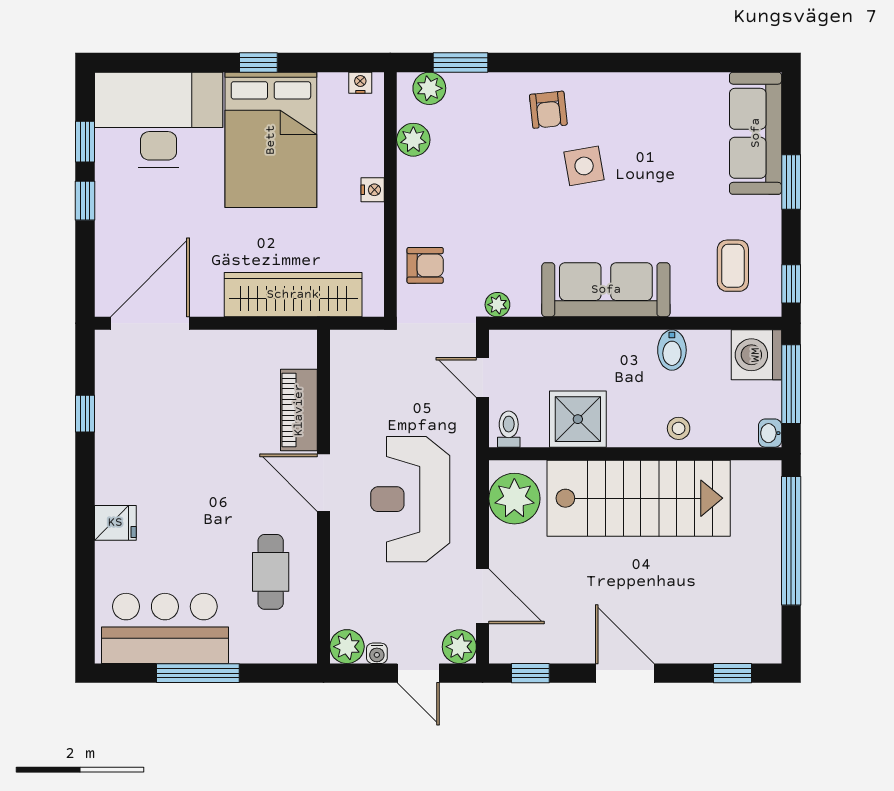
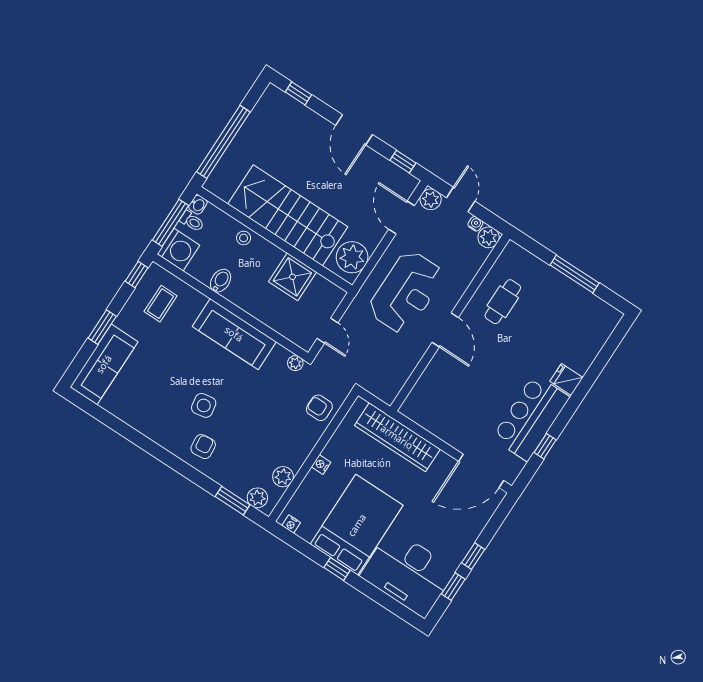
piano: (299, 410) -> (433, 376), removed
toilet: (509, 429) -> (192, 221), moved, turned -90
bar counter: (165, 628) -> (531, 418), moved, turned 90

